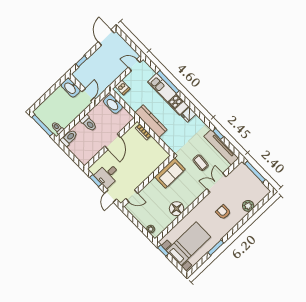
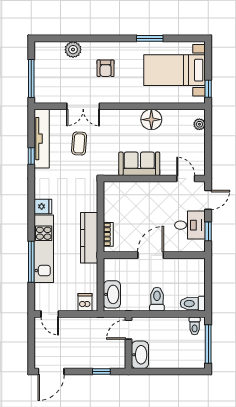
sofa: (170, 173) -> (139, 164), moved

